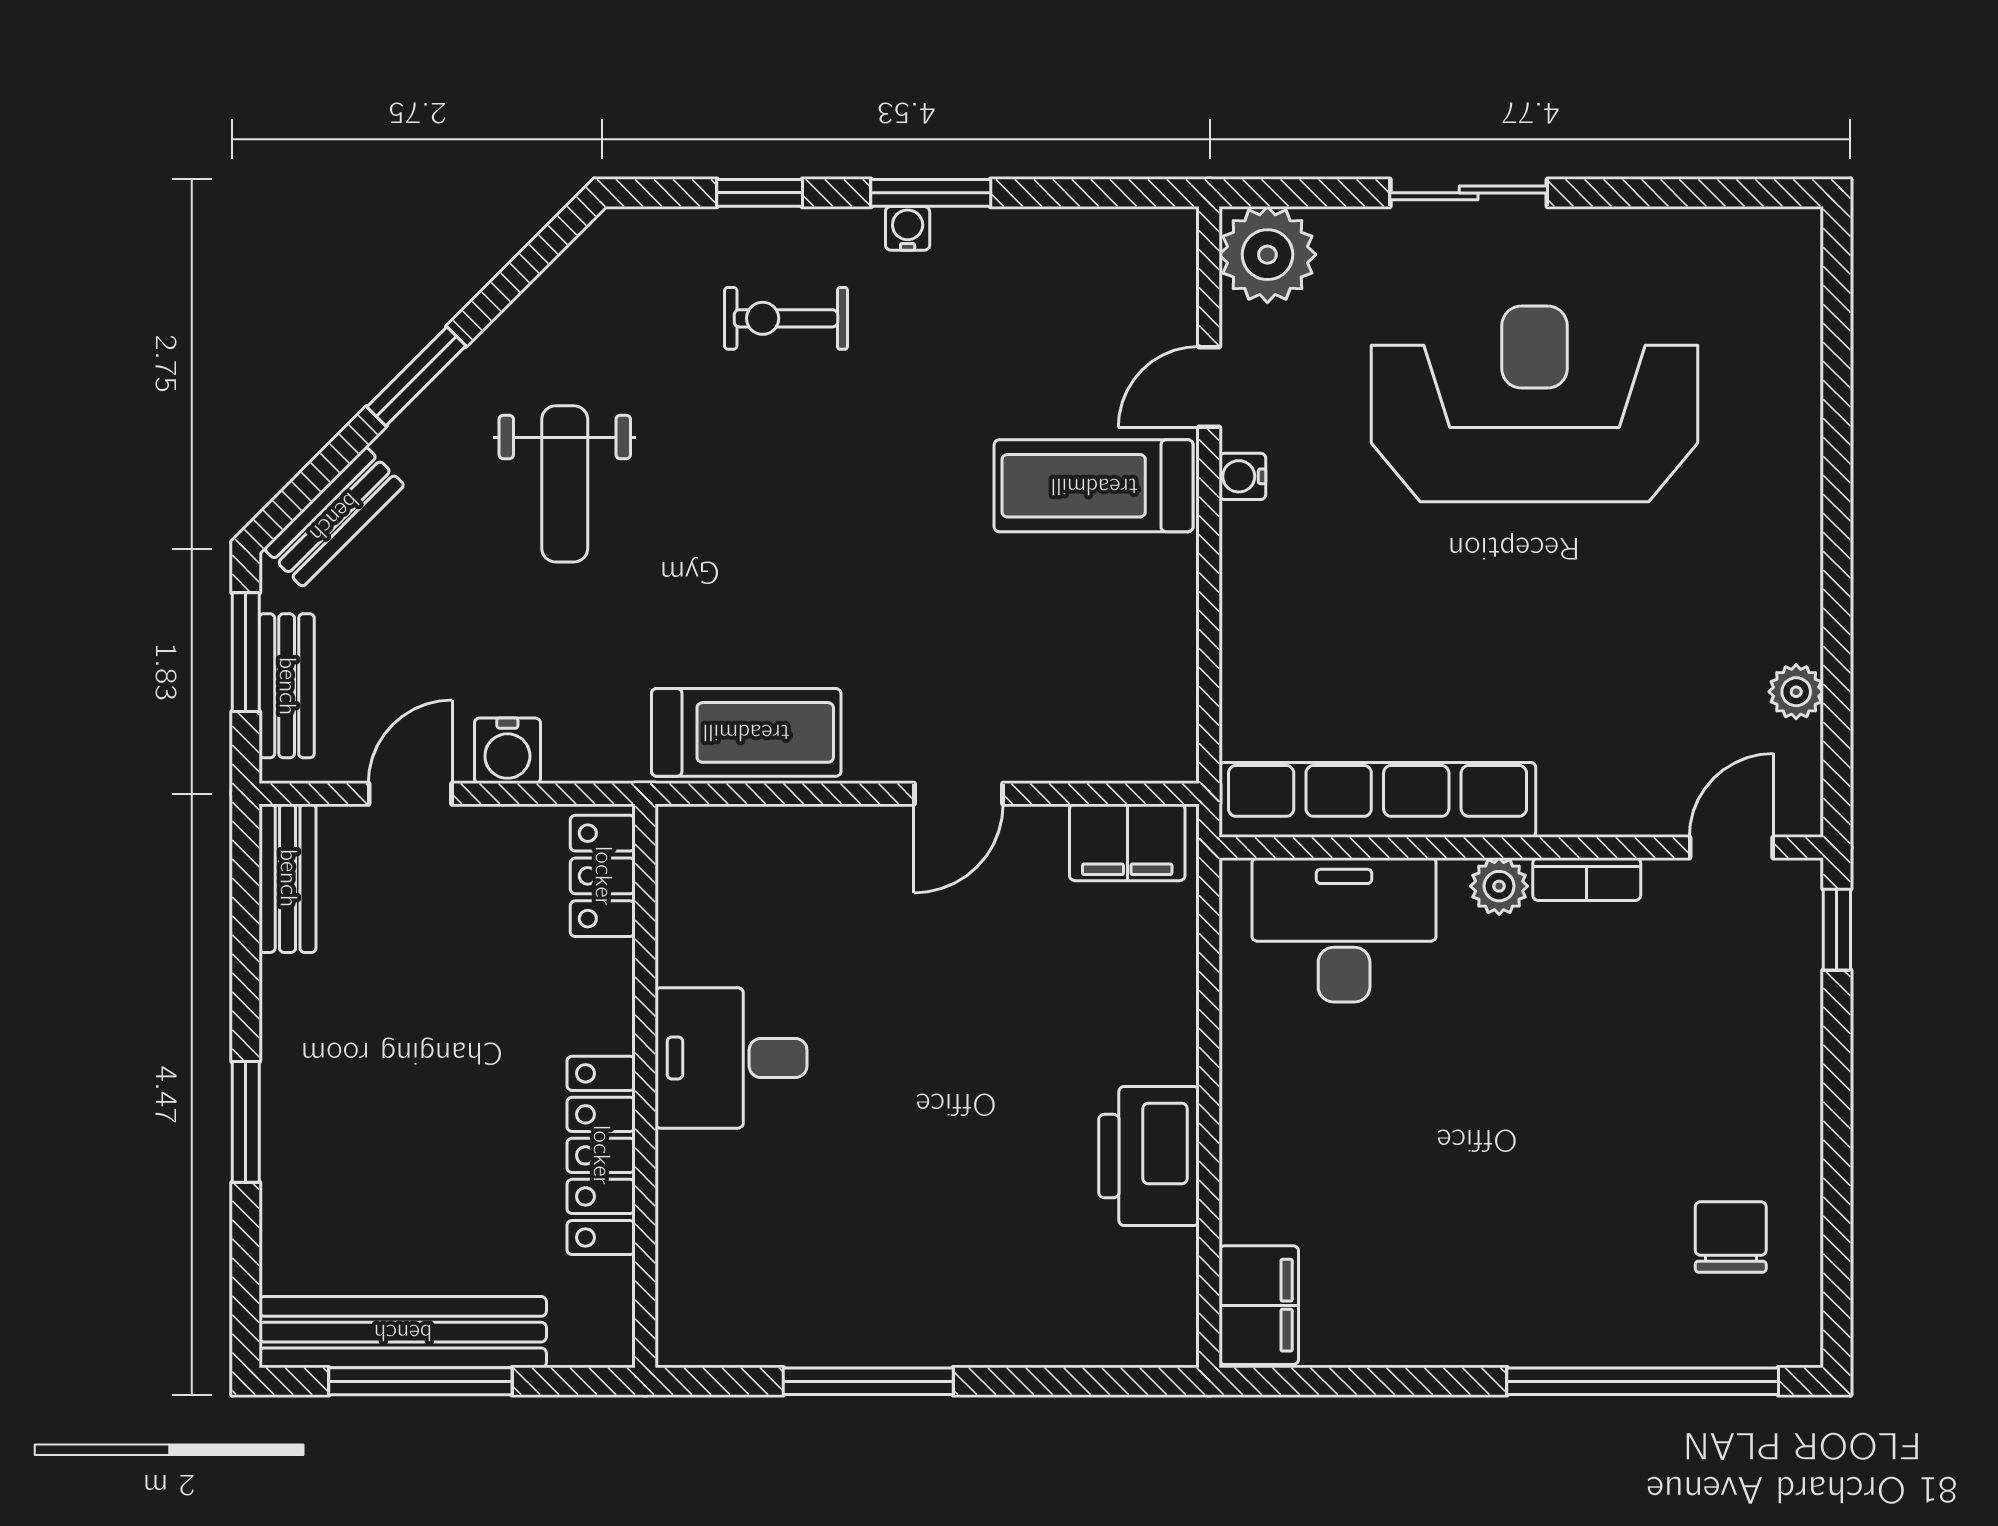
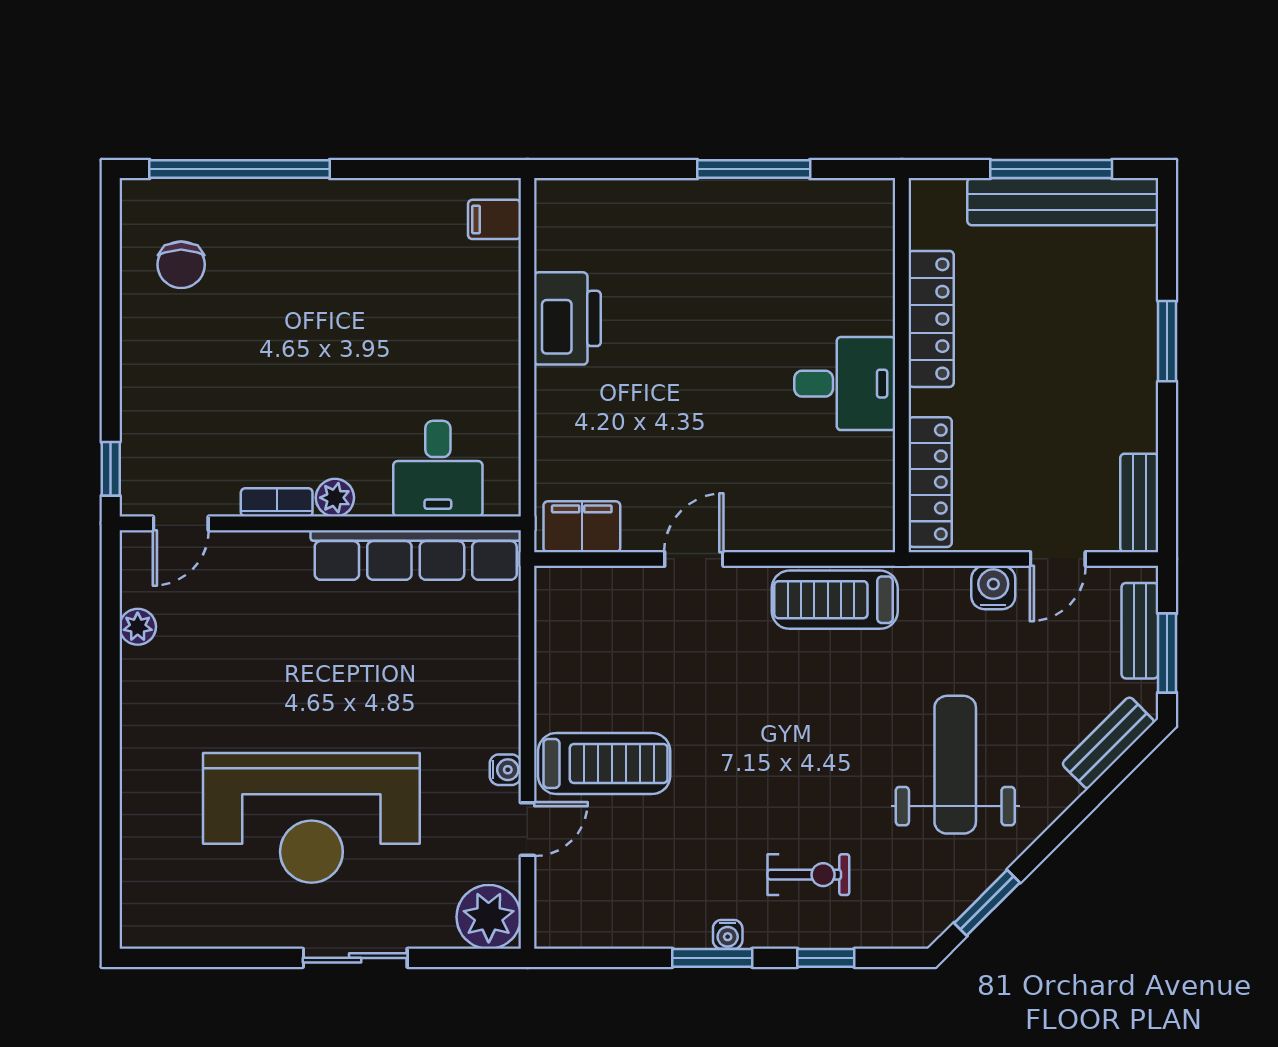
window: (416, 376) -> (987, 903), moved
weight bench: (565, 484) -> (955, 765), width x1.36, depth x1.33
locker: (603, 876) -> (930, 482), width x1.53
desk: (1344, 930) -> (438, 469), width x0.73
filing cabinet: (1259, 1305) -> (494, 219), width x0.50

